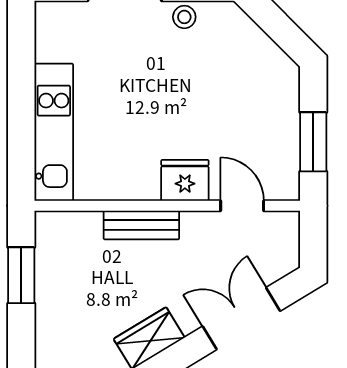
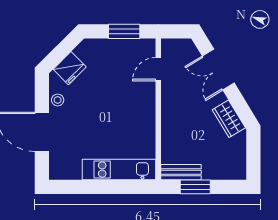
fridge: (185, 180) -> (70, 68), moved, turned -135
bench: (141, 225) -> (181, 172), moved, turned 90

